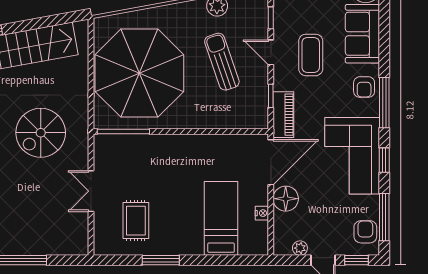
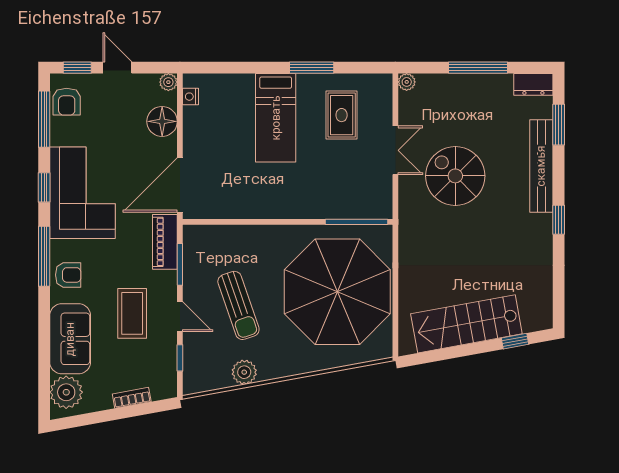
armchair: (364, 87) -> (68, 275), turned 90
window: (271, 96) -> (180, 264), width x1.50
spiral stairs: (41, 133) -> (455, 176), moved, turned -90
floor lamp: (286, 199) -> (162, 121), moved
nightstand: (262, 213) -> (191, 97), moved
bed: (221, 218) -> (276, 118), moved
plant: (81, 248) -> (407, 82), added
plant: (300, 248) -> (168, 82), moved

